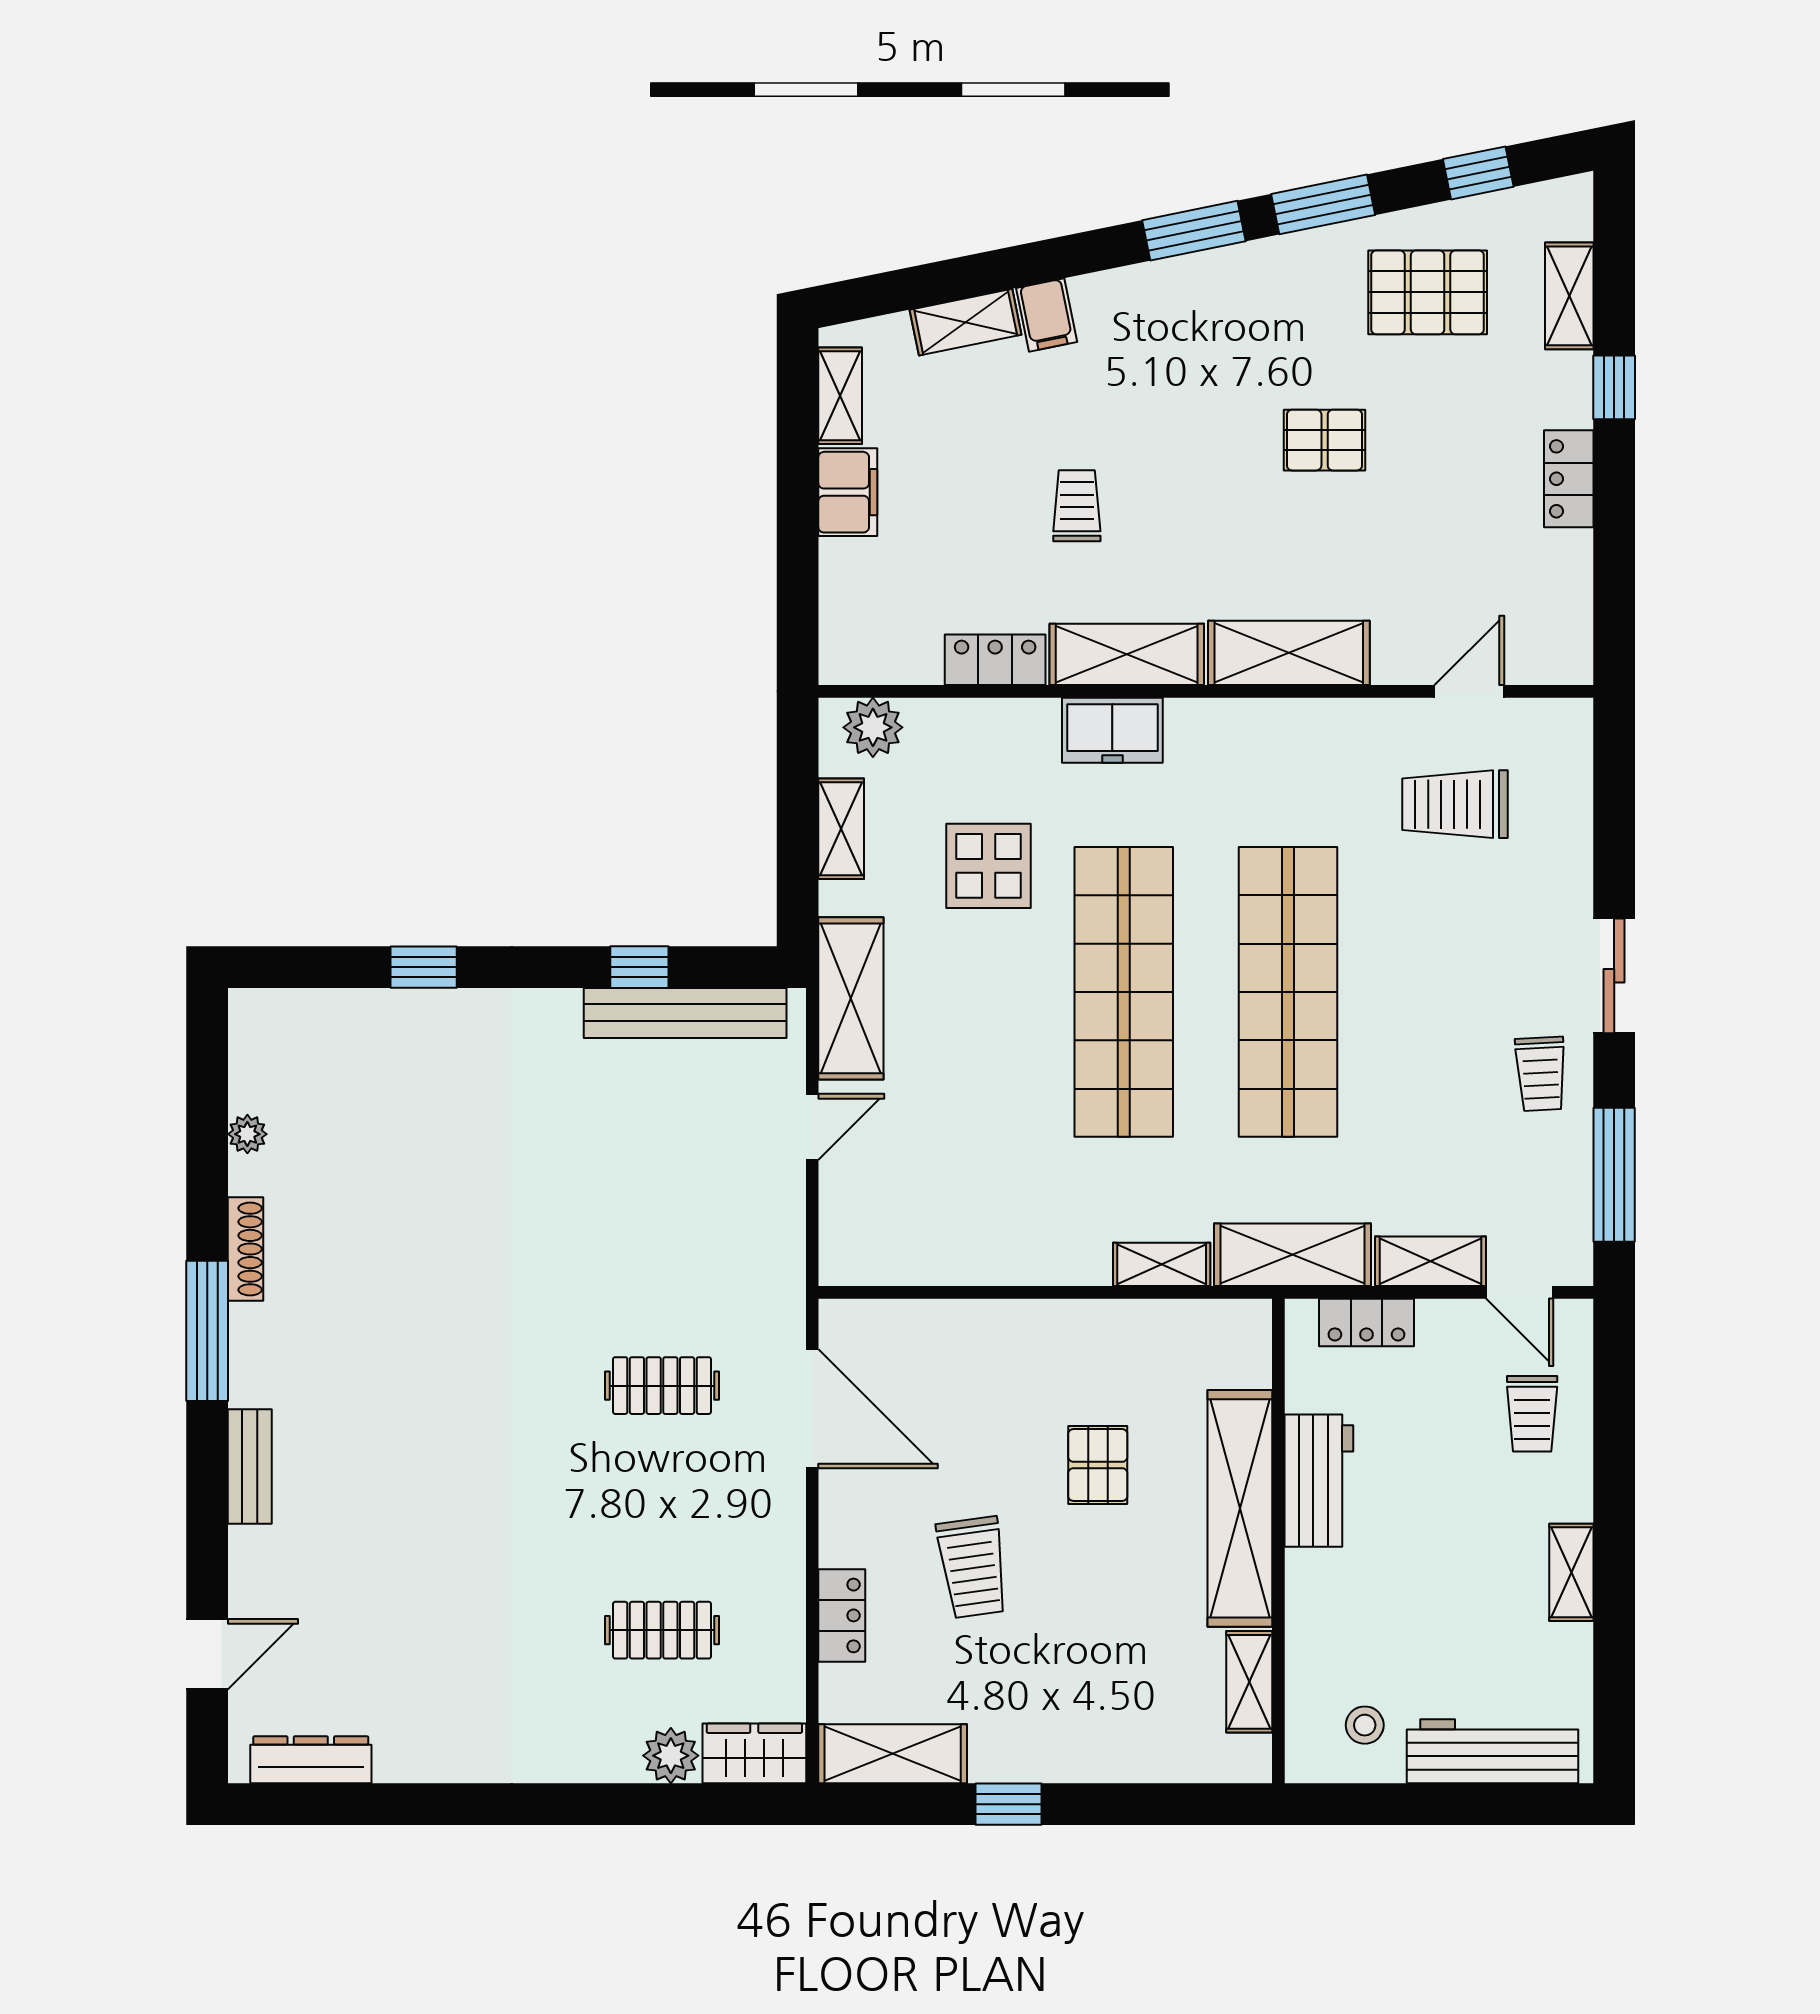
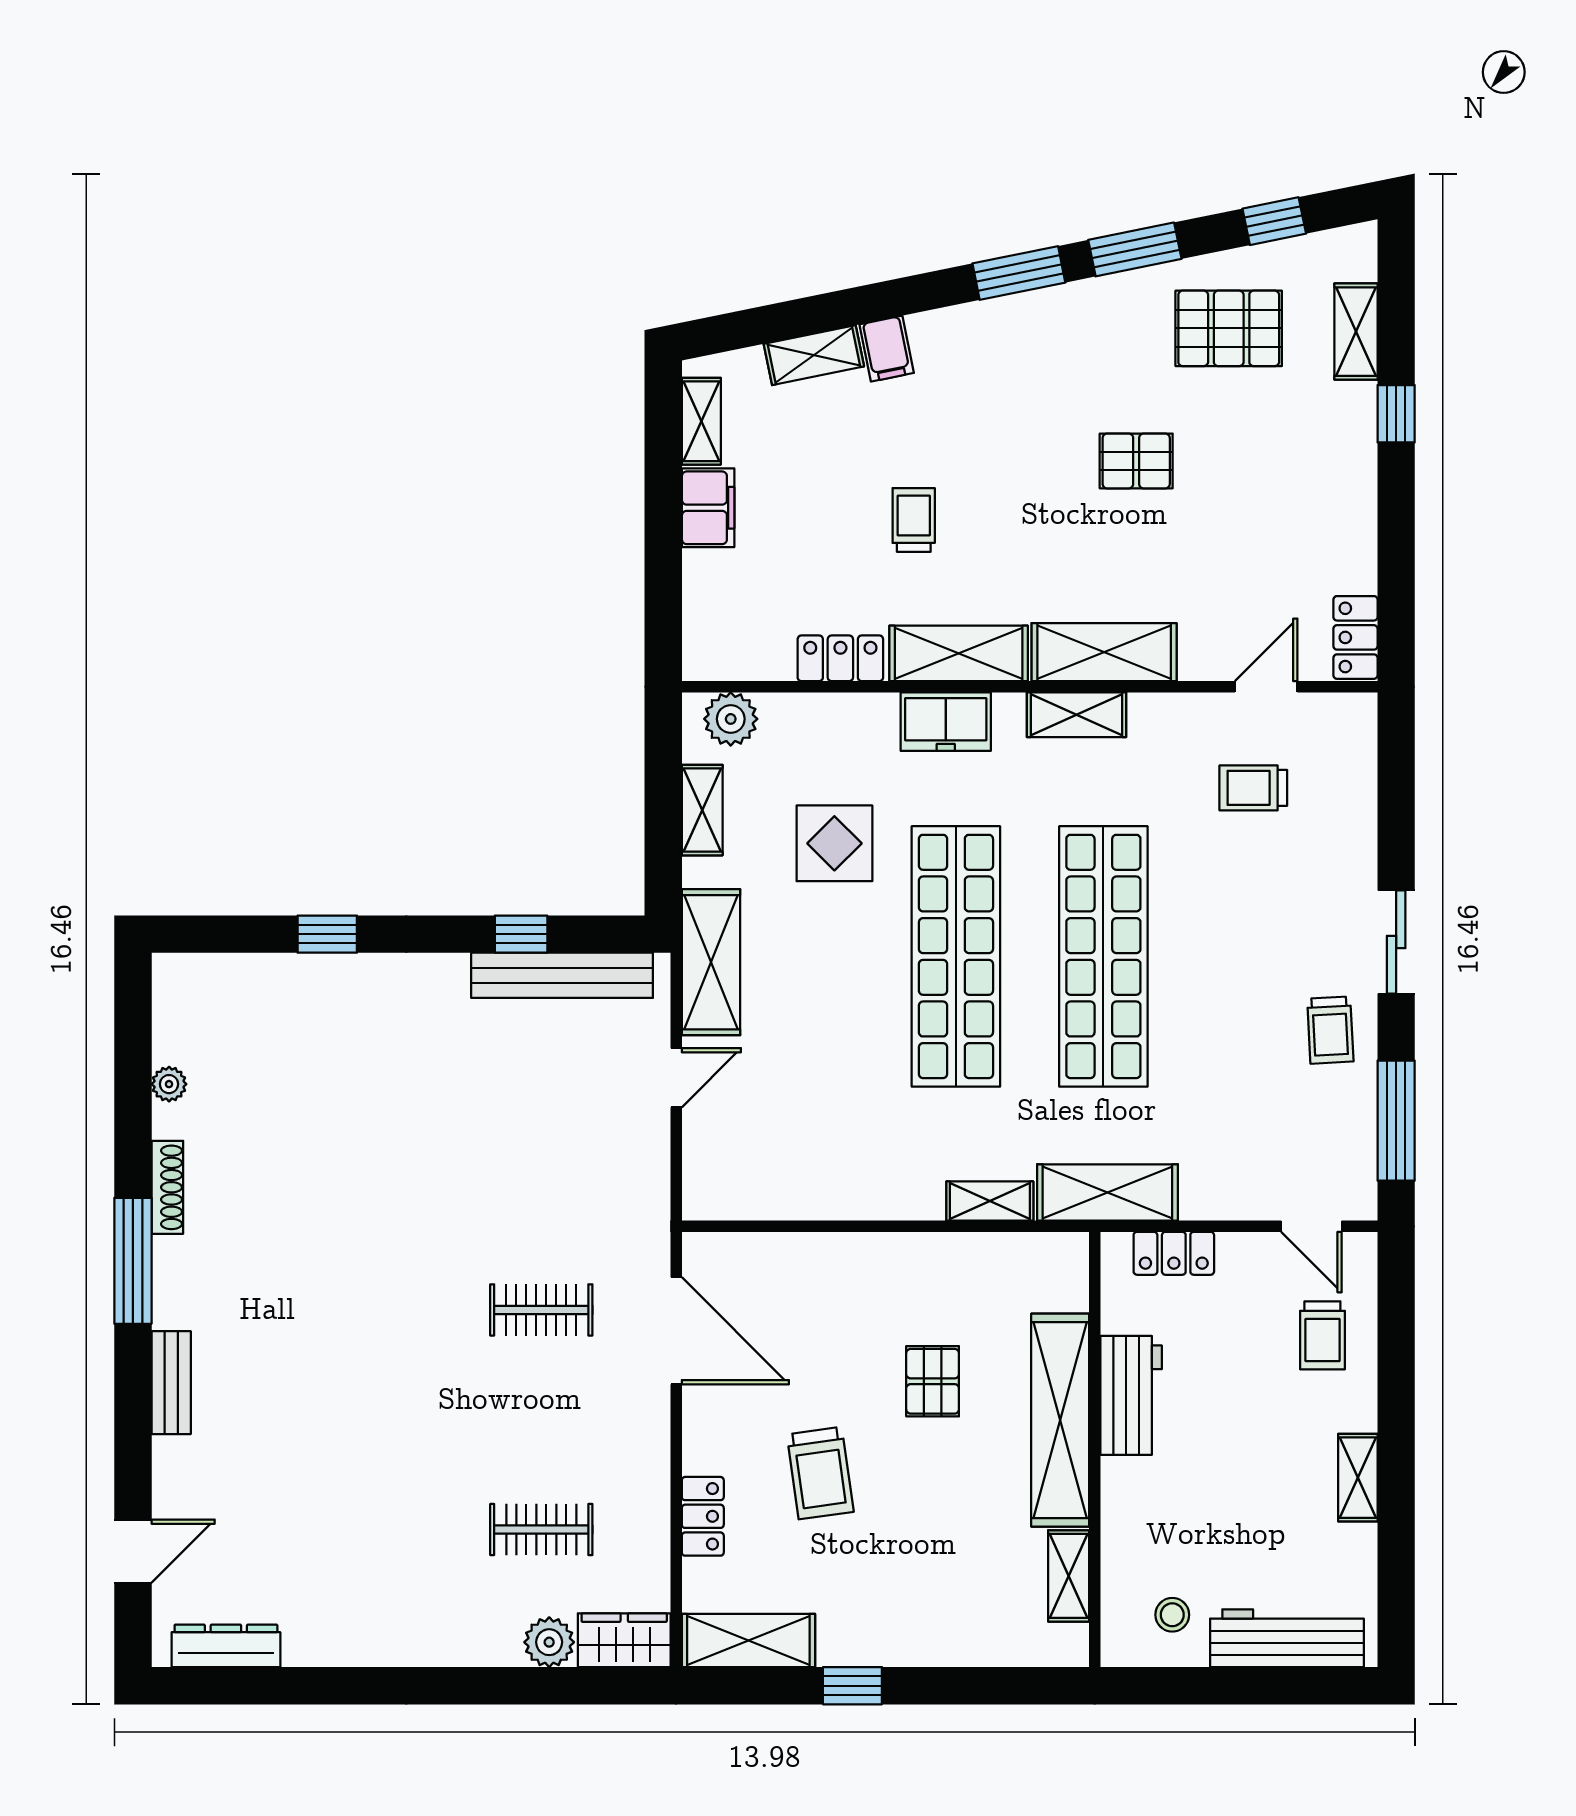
locker: (1569, 479) -> (1355, 637), moved
trolley: (1455, 804) -> (1253, 788), width x0.73, depth x0.72
shelving: (1430, 1261) -> (1077, 715), moved

